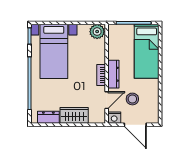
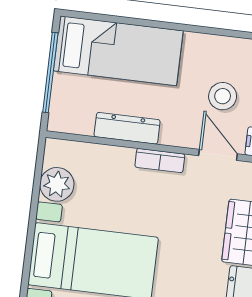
plant: (97, 32) -> (57, 184), moved
dresser: (113, 74) -> (127, 128), moved

